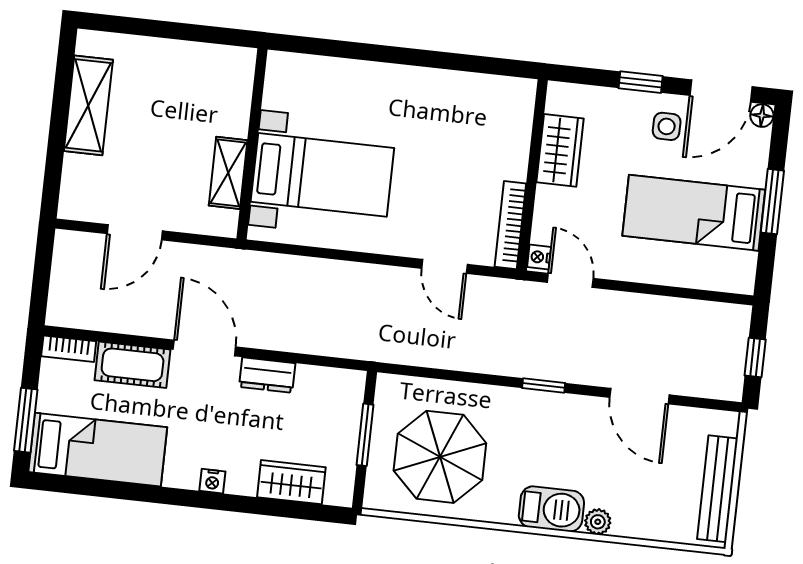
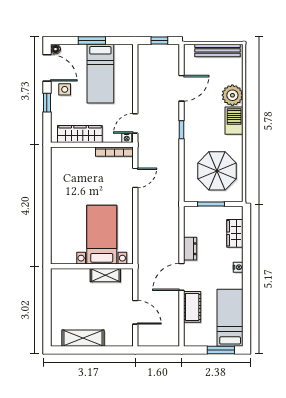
wardrobe: (560, 150) -> (80, 134), width x1.50
bookcase: (69, 349) -> (188, 335), removed
plant: (598, 522) -> (232, 95), width x1.87, depth x1.87

